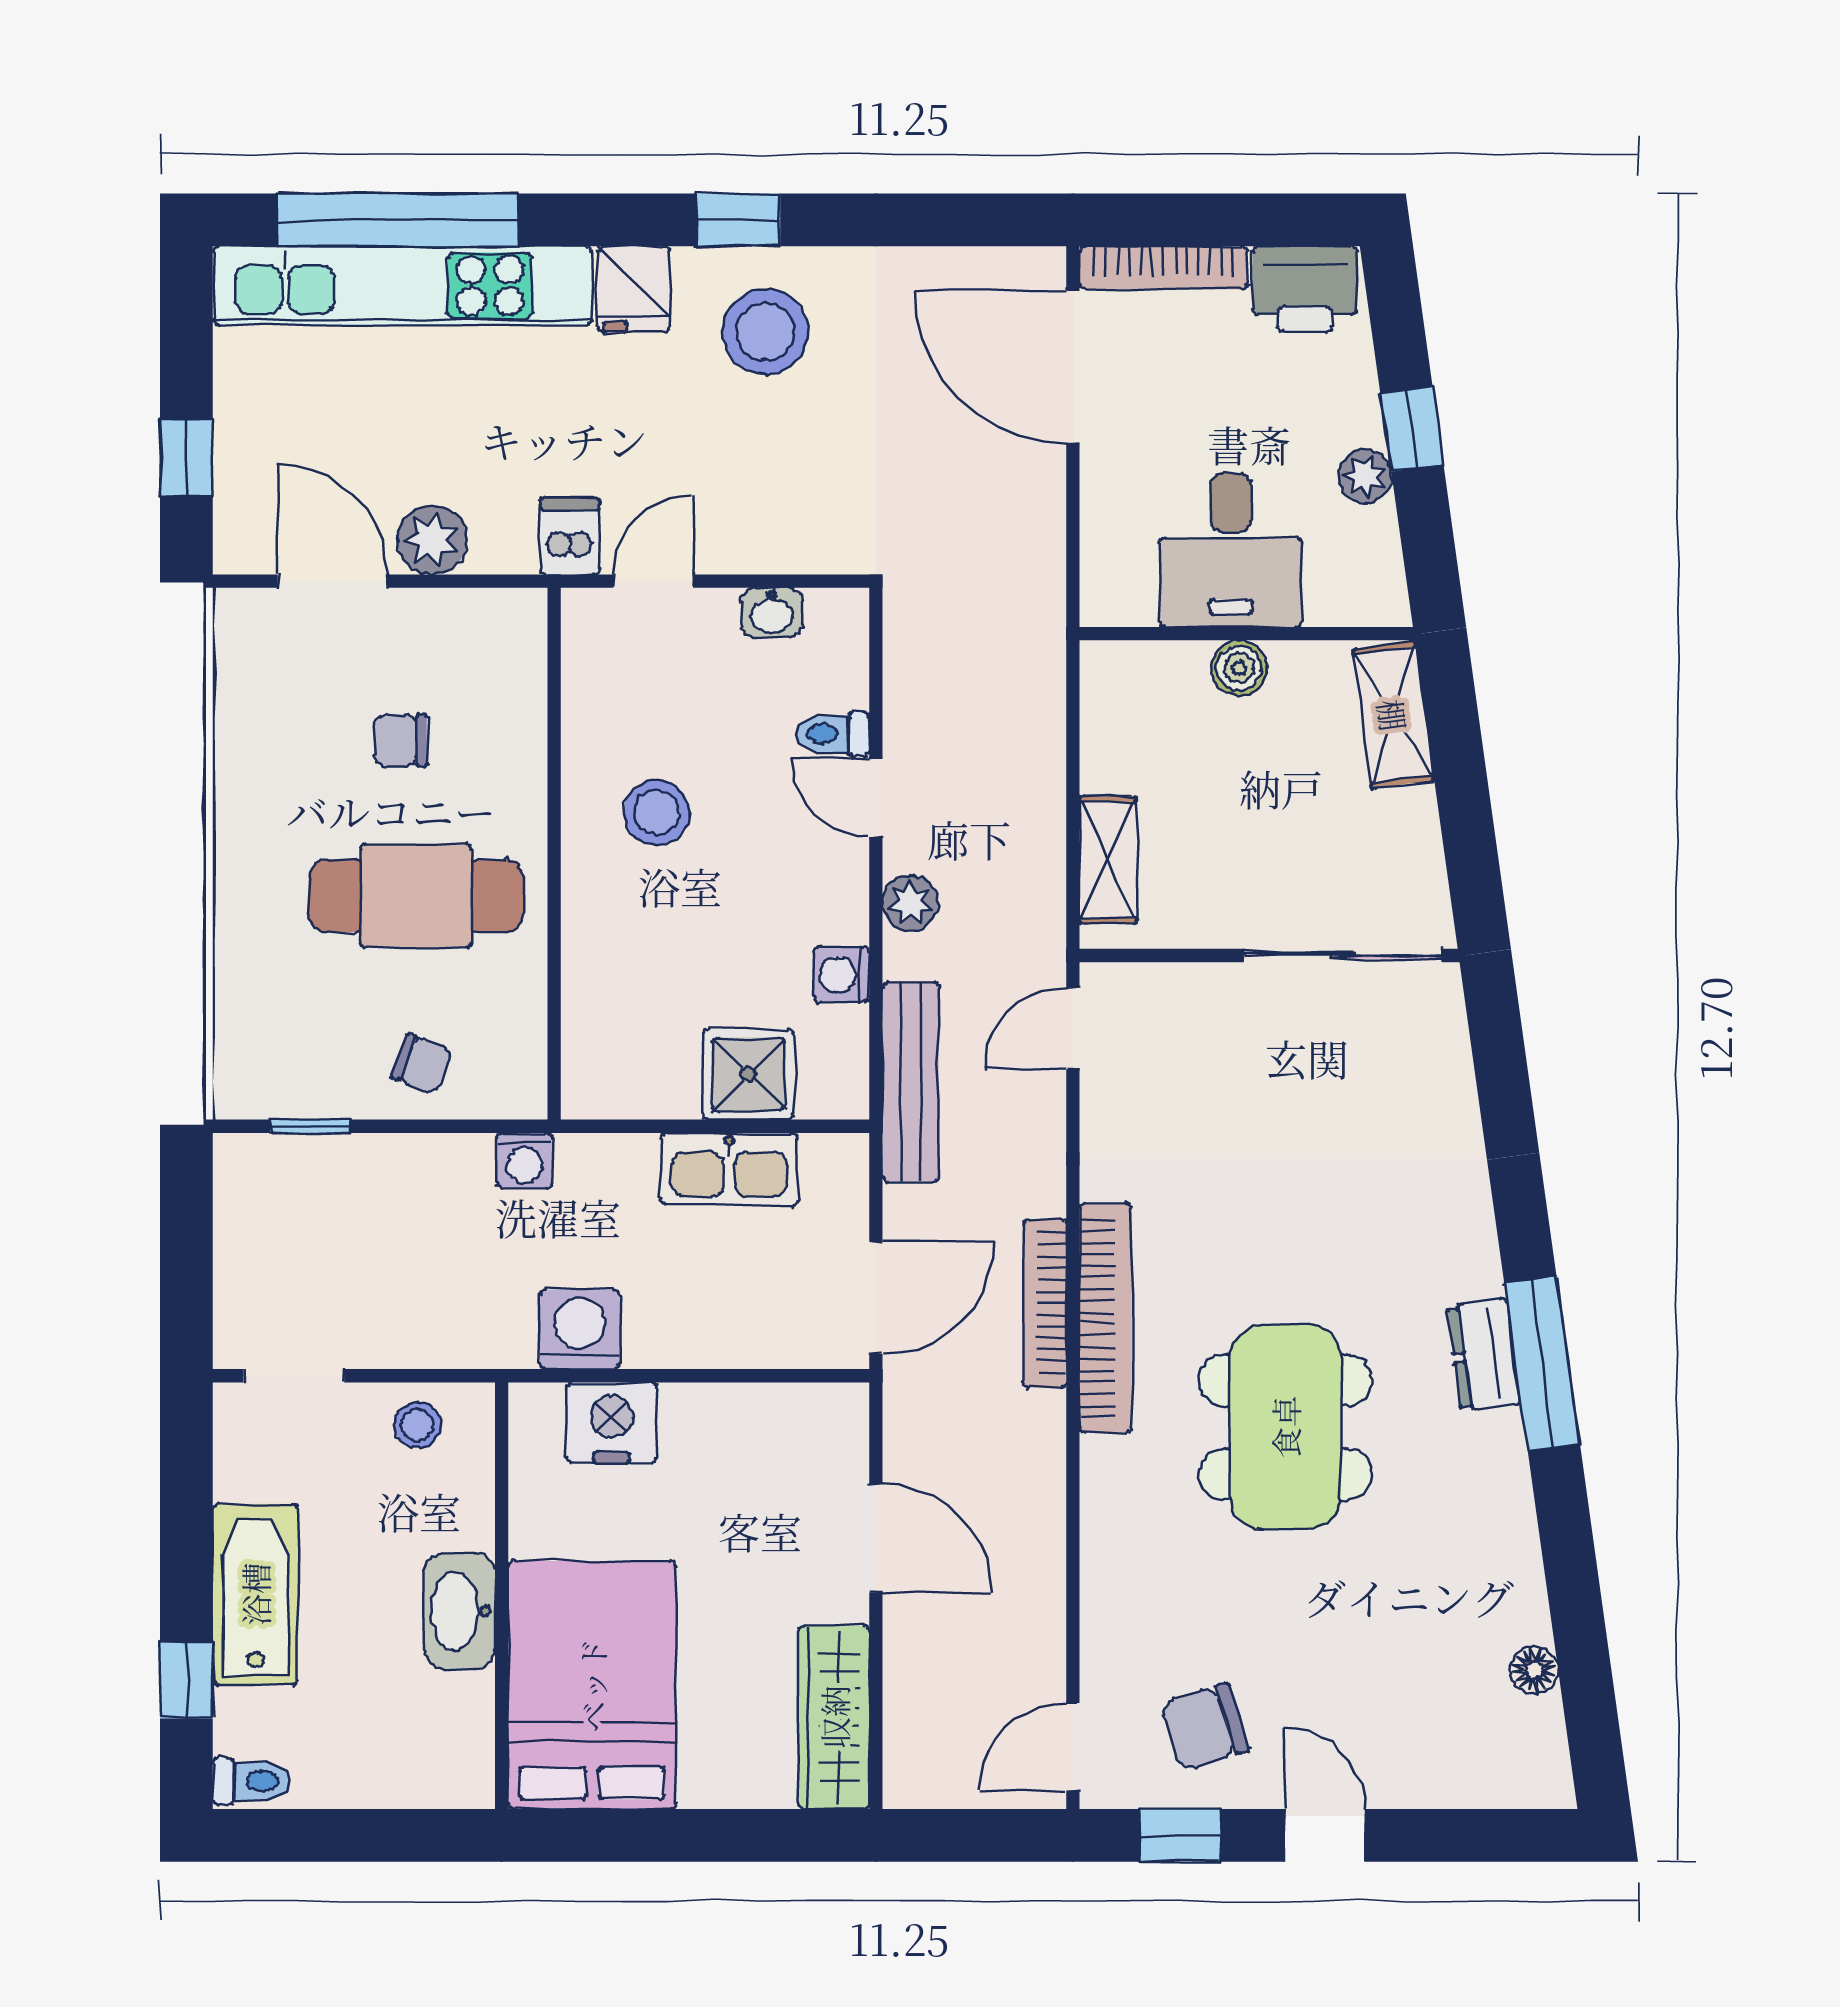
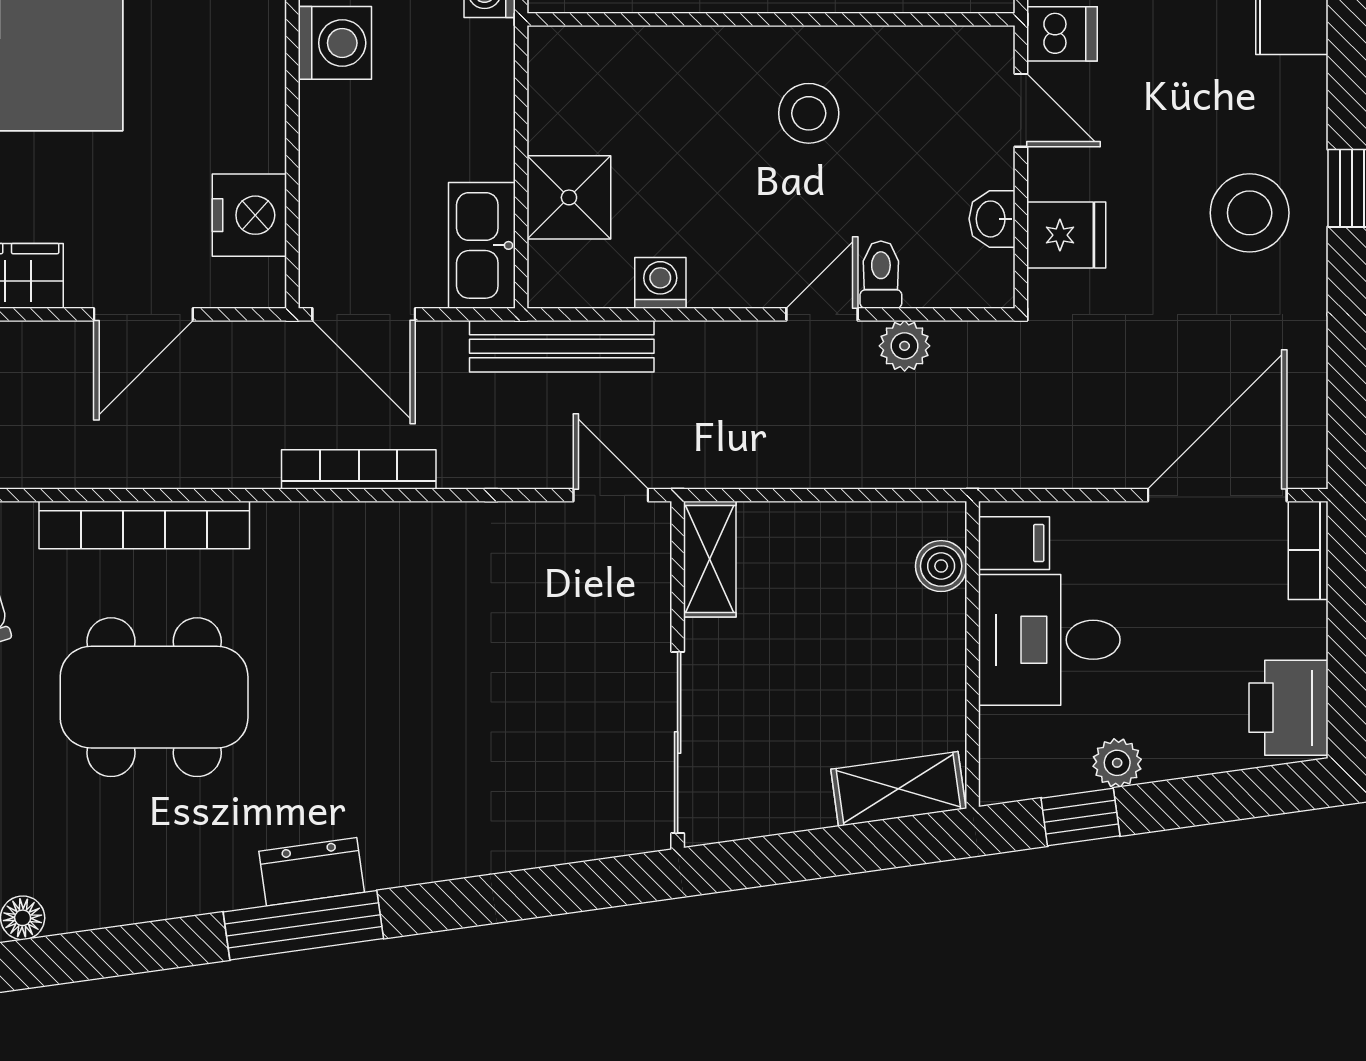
bookcase: (1164, 268) -> (1308, 550), width x0.64
fridge: (634, 289) -> (1066, 235), moved, turned 180
window: (1412, 429) -> (1080, 817), moved
filing cabinet: (1125, 589) -> (1014, 543), added
boiler: (1239, 668) -> (941, 566), moved
shelving: (1108, 860) -> (710, 559), moved, turned 90
plant: (910, 903) -> (905, 346), moved
kitchen sink: (729, 1169) -> (482, 245), moved
bookcase: (1106, 1318) -> (144, 525), moved
nightstand: (612, 1423) -> (249, 215), moved
dining table: (1285, 1427) -> (154, 697), moved

